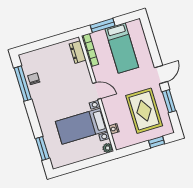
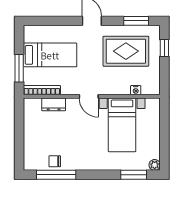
dresser: (78, 52) -> (54, 104), moved
door: (97, 91) -> (89, 96), swing flipped
window: (169, 101) -> (136, 21), moved
plant: (108, 148) -> (155, 165), moved

